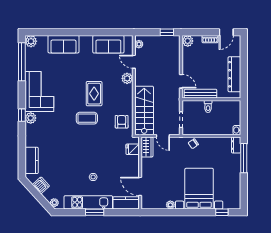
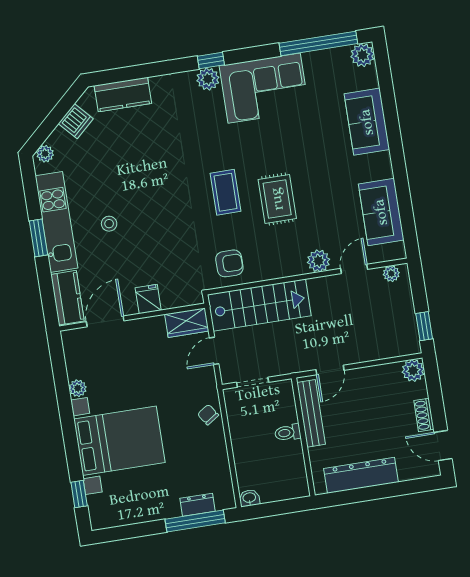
rug: (94, 94) -> (277, 199), turned 90
dresser: (236, 145) -> (198, 505), moved
fridge: (133, 149) -> (148, 299), moved

